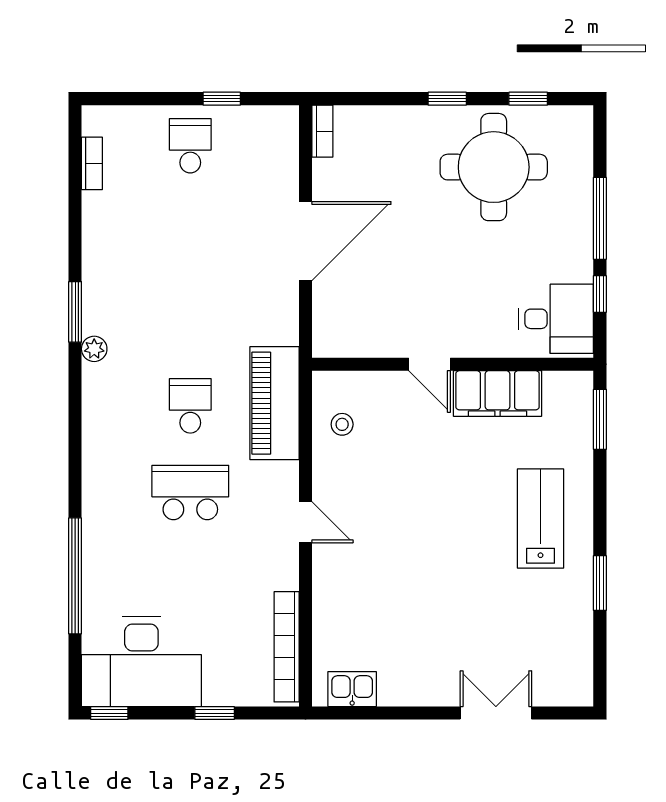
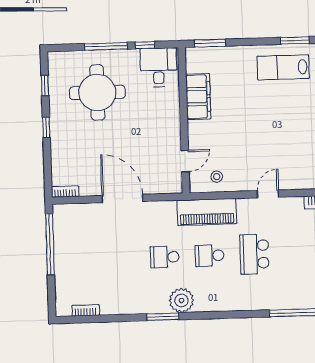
window: (222, 99) -> (50, 244), width x3.17
school desk: (190, 146) -> (165, 257), moved
round table: (494, 167) -> (97, 93), moved
plant: (94, 349) -> (181, 300), width x1.88, depth x1.88
door: (430, 364) -> (185, 161), moved
lab bench: (540, 519) -> (283, 67), moved

